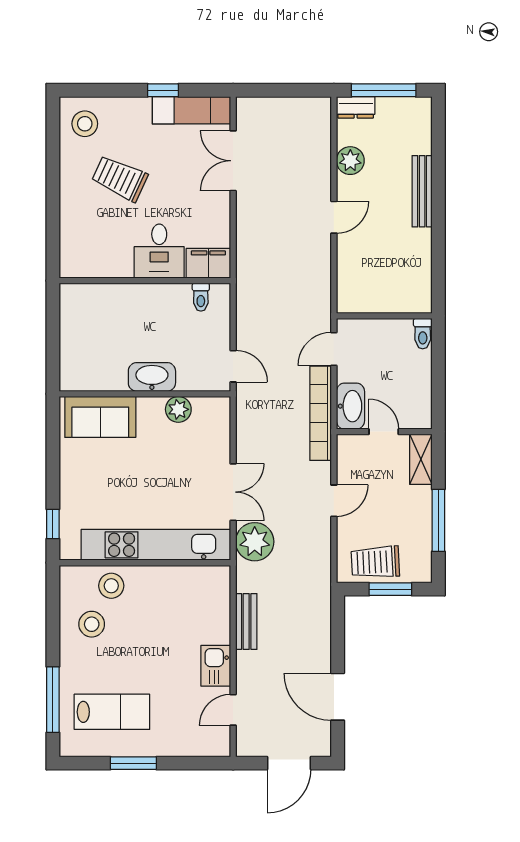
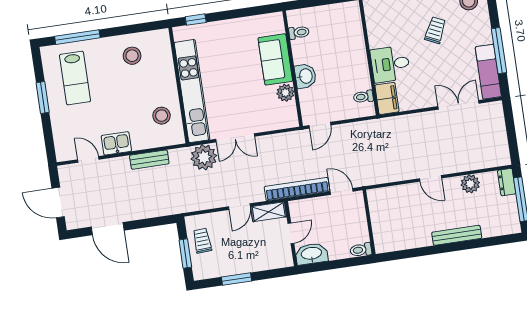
window: (163, 90) -> (499, 51), width x2.17
trolley: (120, 178) -> (435, 30), width x0.73, depth x0.72
toilet: (94, 377) -> (299, 32), added
washbasin: (152, 377) -> (305, 76), width x0.72
washbasin: (350, 406) -> (311, 254), moved, turned 180
sofa: (100, 417) -> (275, 59), moved
shelving: (421, 459) -> (269, 212), moved
door: (334, 501) -> (239, 207), hinge flipped
window: (438, 520) -> (237, 279), width x0.69
trolley: (375, 562) -> (202, 241), width x0.73, depth x0.72
stool: (111, 586) -> (162, 116), moved
door: (338, 697) -> (108, 229), swing flipped

